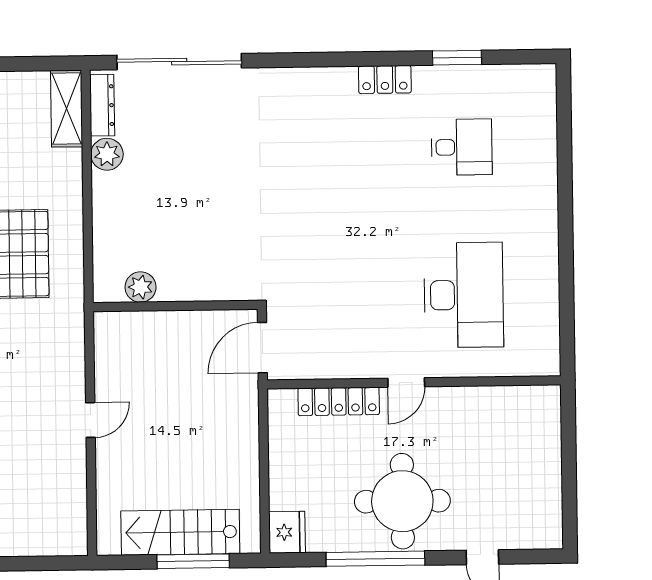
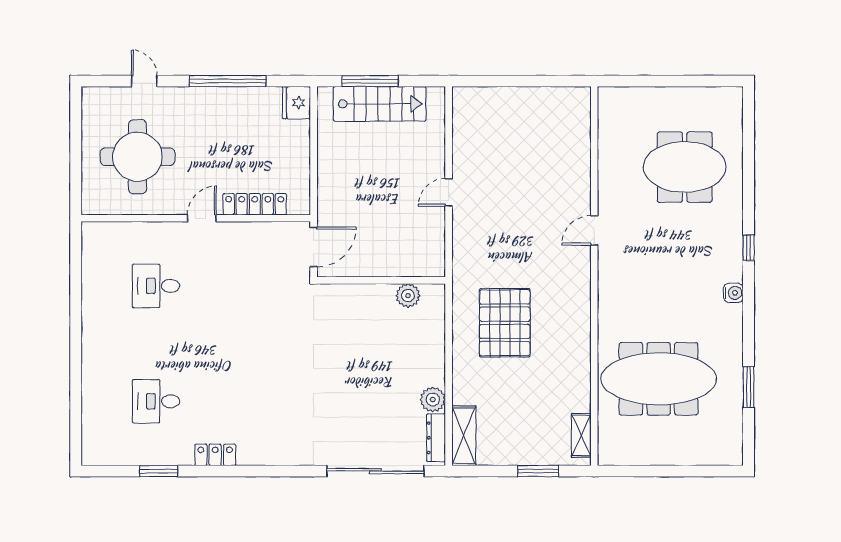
desk: (464, 295) -> (156, 286), width x0.53, depth x0.77
round table: (402, 501) -> (138, 157), moved

